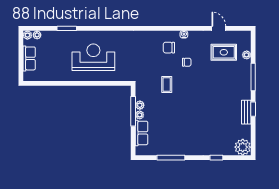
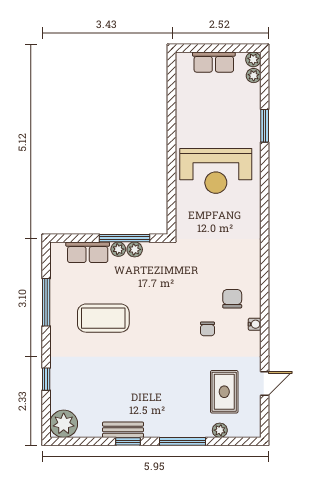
reception desk: (93, 57) -> (216, 171), turned 90
coffee table: (167, 84) -> (103, 318), moved, width x1.86, depth x1.72

